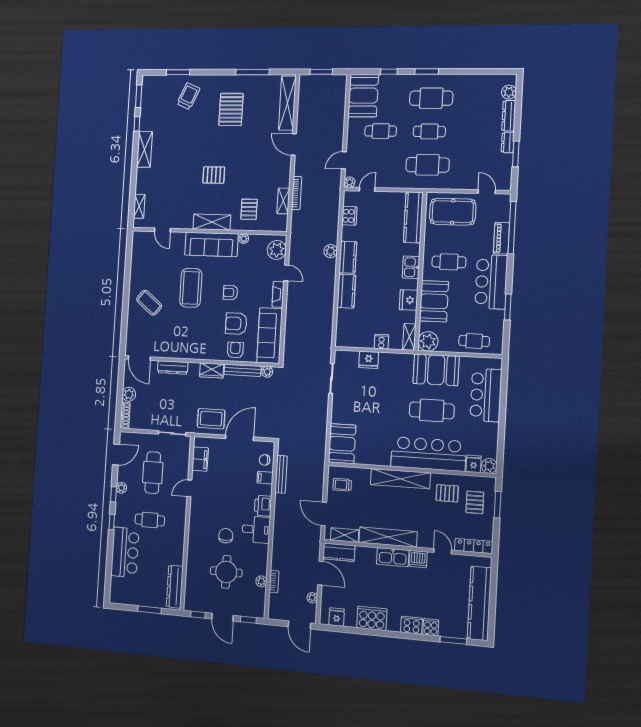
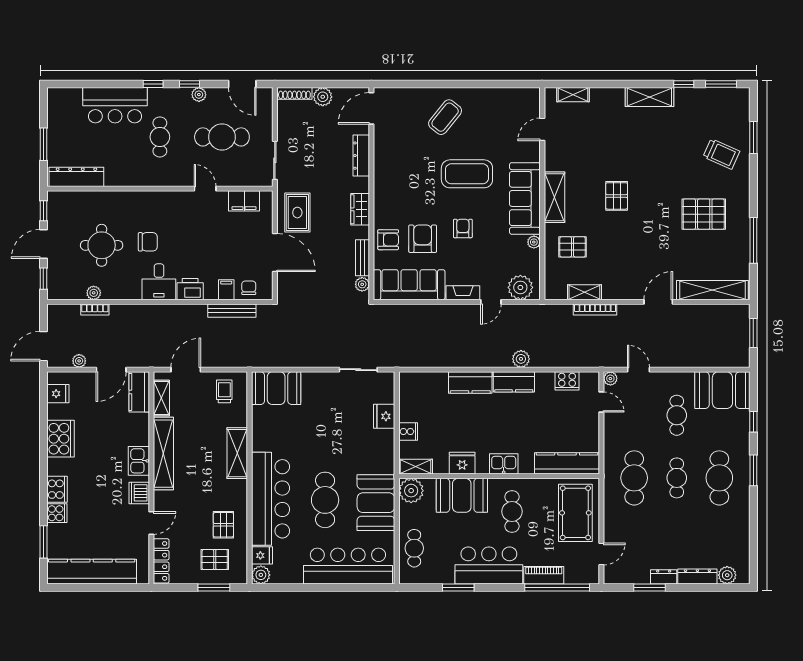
bench: (243, 370) -> (362, 258), width x0.73
bar counter: (486, 395) -> (348, 566), width x1.36
shelving: (400, 479) -> (237, 453), width x0.68
kitchen sink: (393, 557) -> (139, 461), width x0.73

